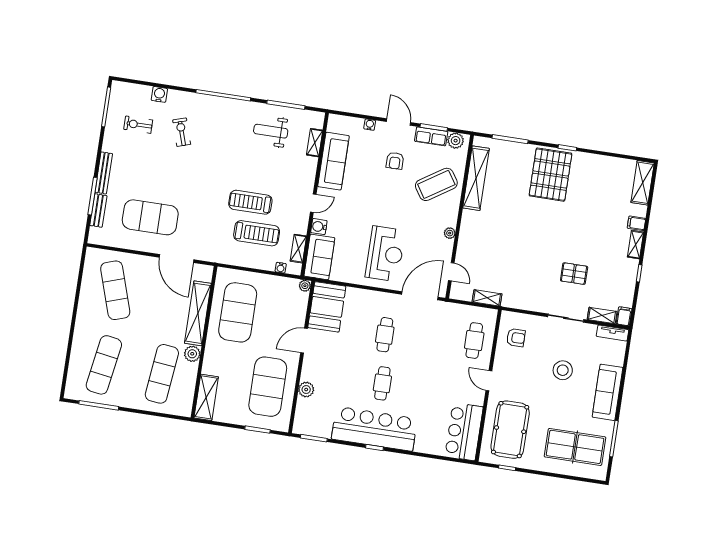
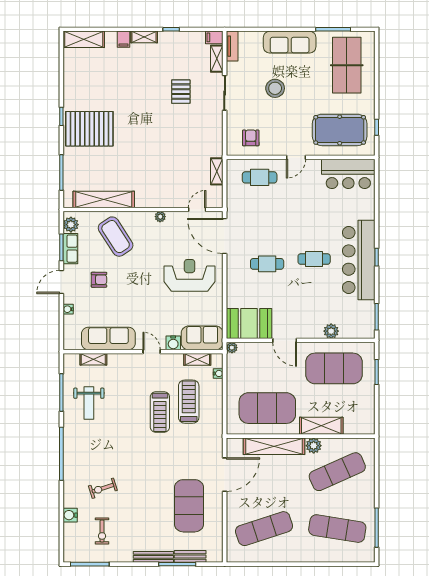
exercise mat: (162, 374) -> (337, 472), turned -30
shelving: (206, 397) -> (321, 426), moved

